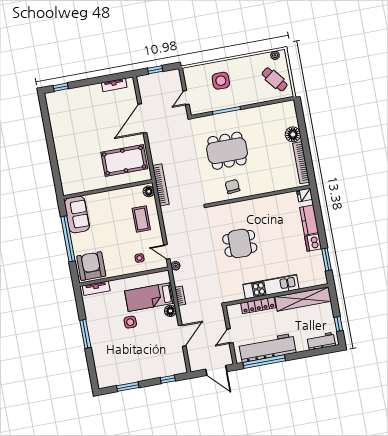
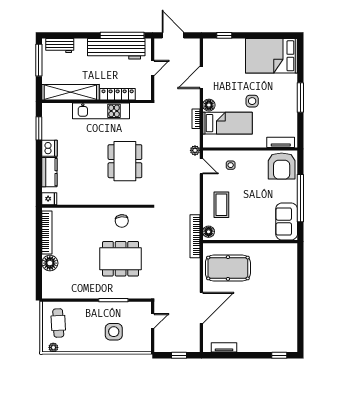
cafe table: (275, 79) -> (58, 323), turned 35
dining table: (240, 243) -> (125, 161), width x1.38
window: (338, 324) -> (39, 60), width x2.17
bed: (120, 368) -> (272, 56), added
window: (128, 387) -> (267, 35), removed

